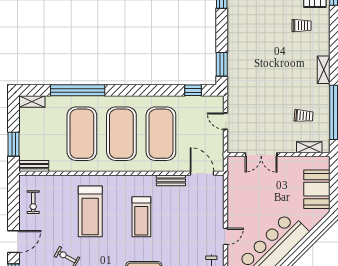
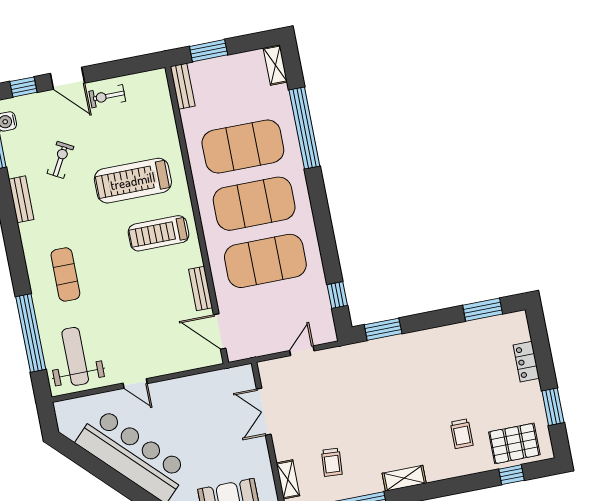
door: (202, 173) -> (220, 331), swing flipped
exercise bike: (33, 202) -> (107, 96), moved
treadmill: (141, 217) -> (158, 233), moved

